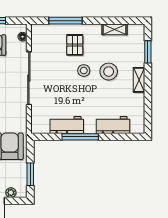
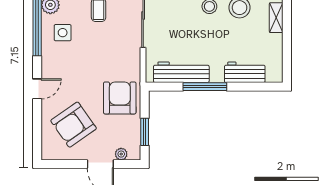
workbench: (67, 125) -> (181, 72), width x1.38

